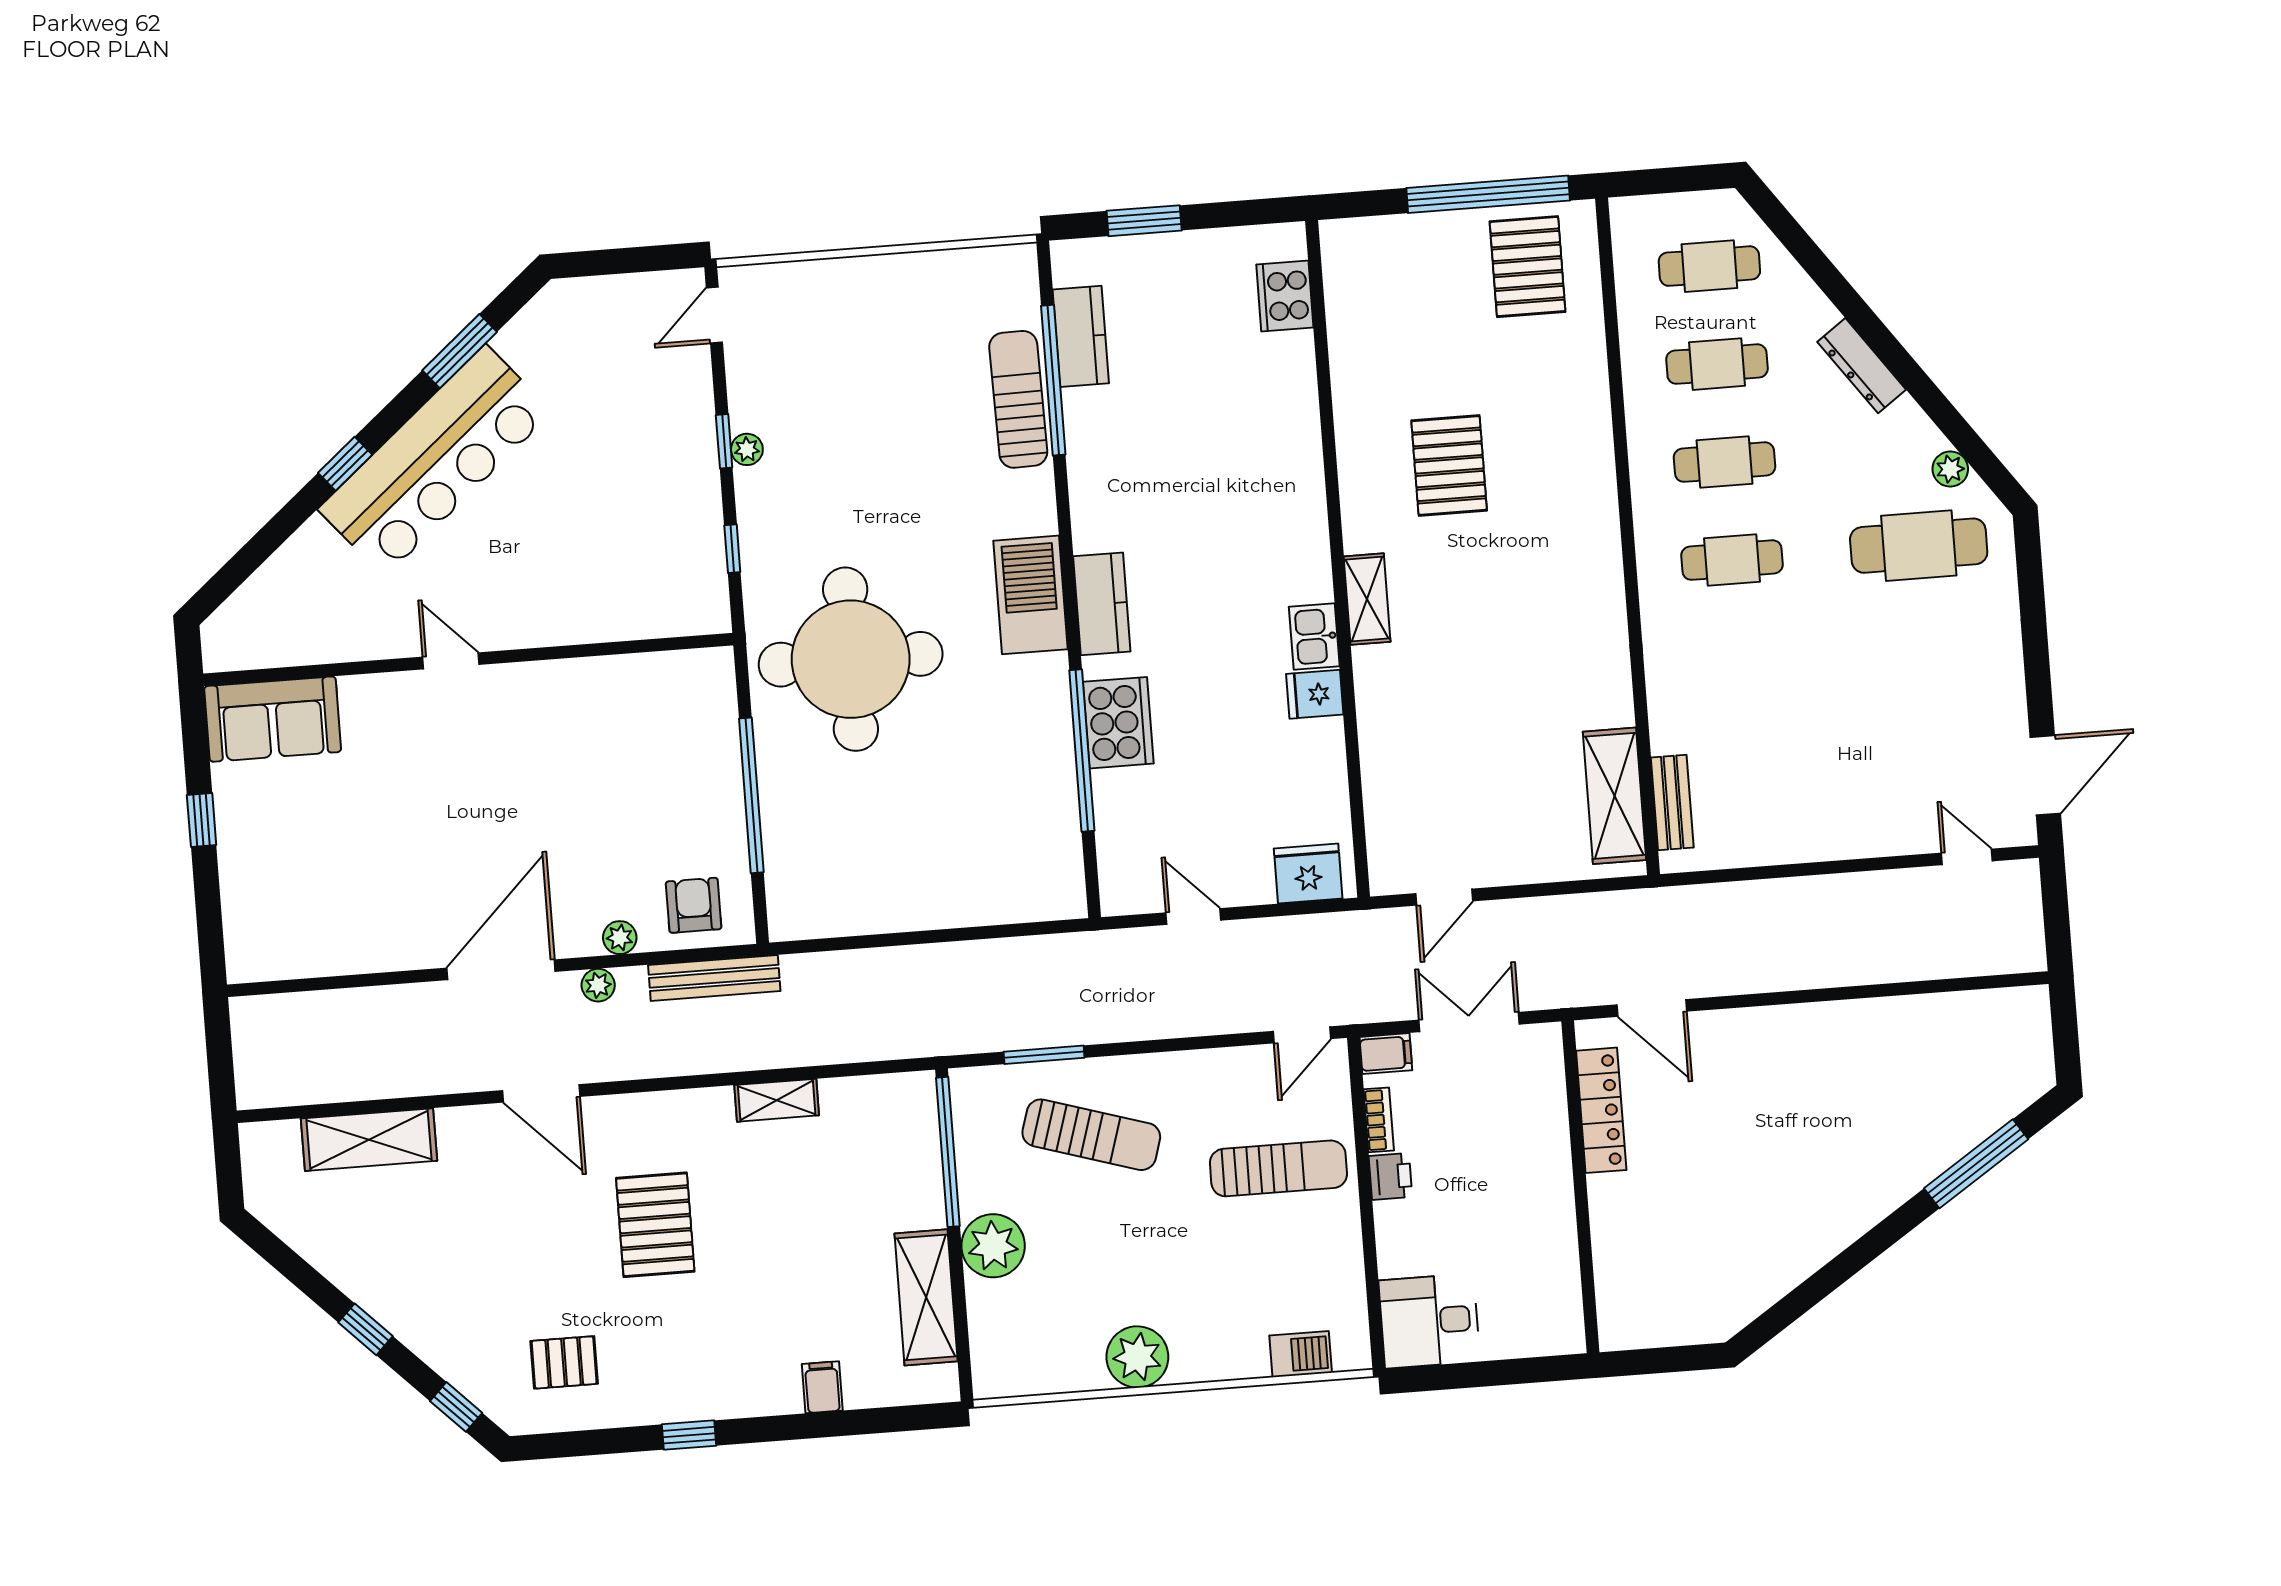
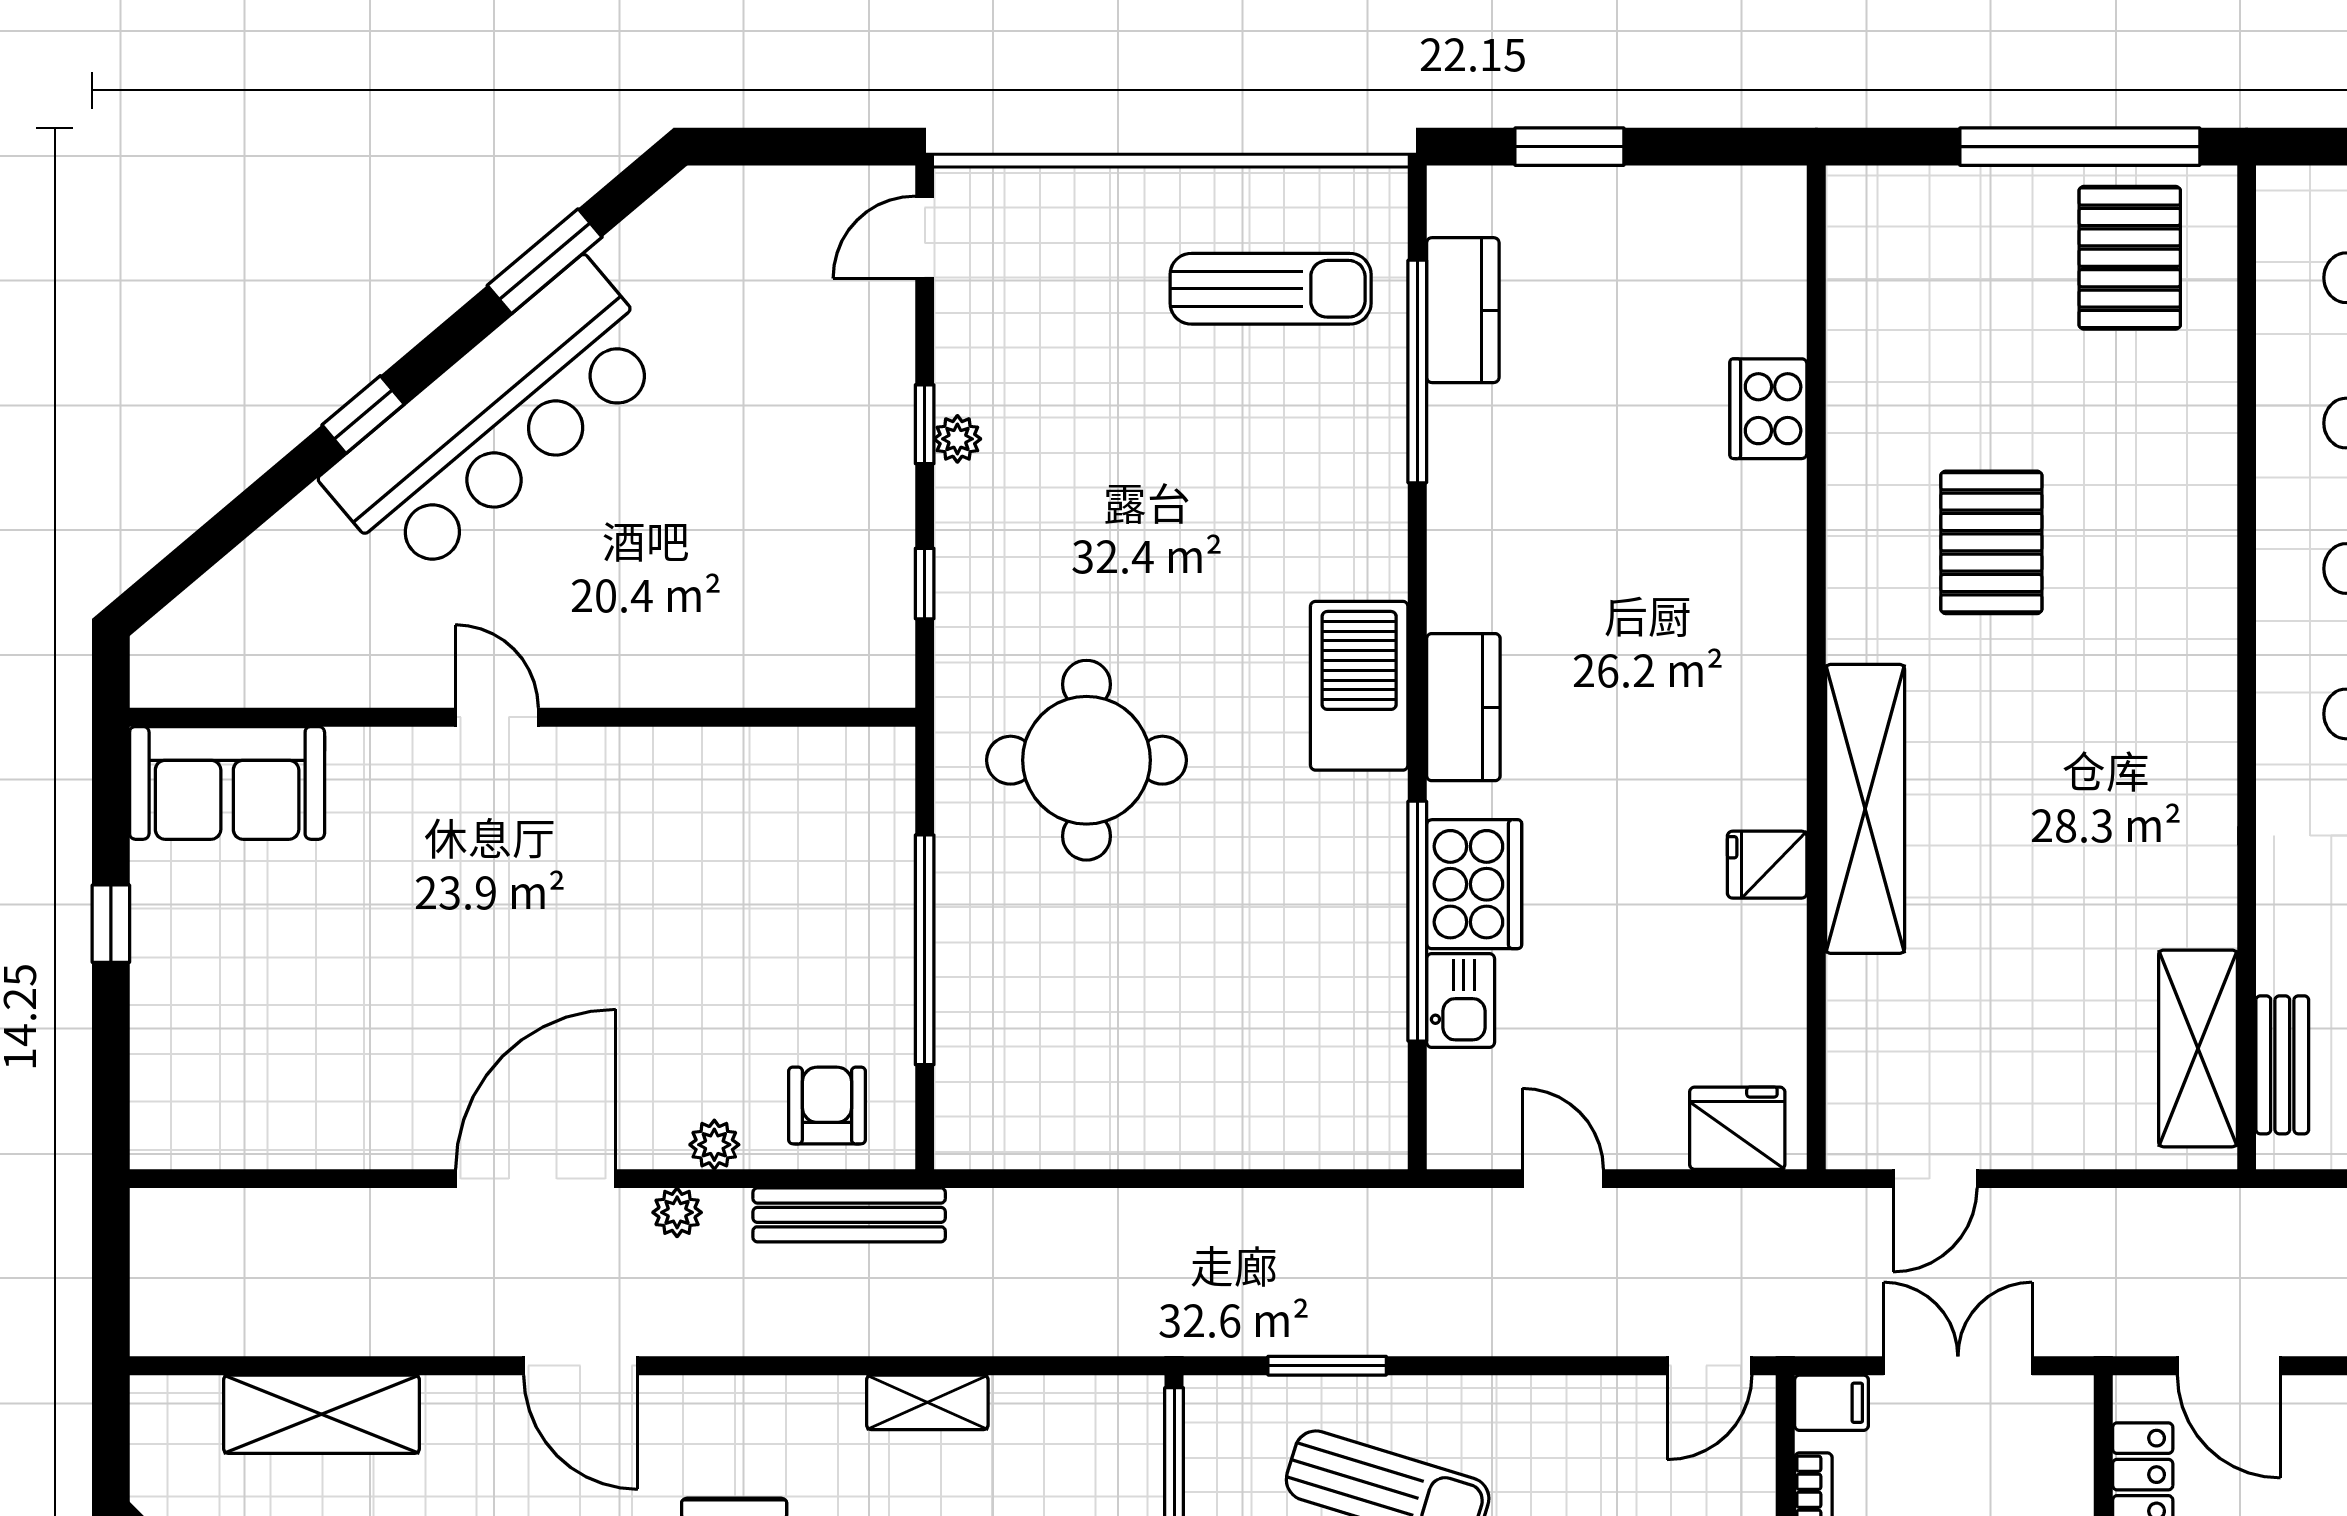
cooker: (1285, 296) -> (1768, 409), moved
sun lounger: (1018, 399) -> (1271, 289), moved, turned 91
shelving: (1367, 599) -> (1865, 809), width x2.20, depth x1.33
kitchen sink: (1314, 637) -> (1461, 1001), moved, turned 180
round table: (851, 659) -> (1086, 760), width x0.73, depth x0.73

